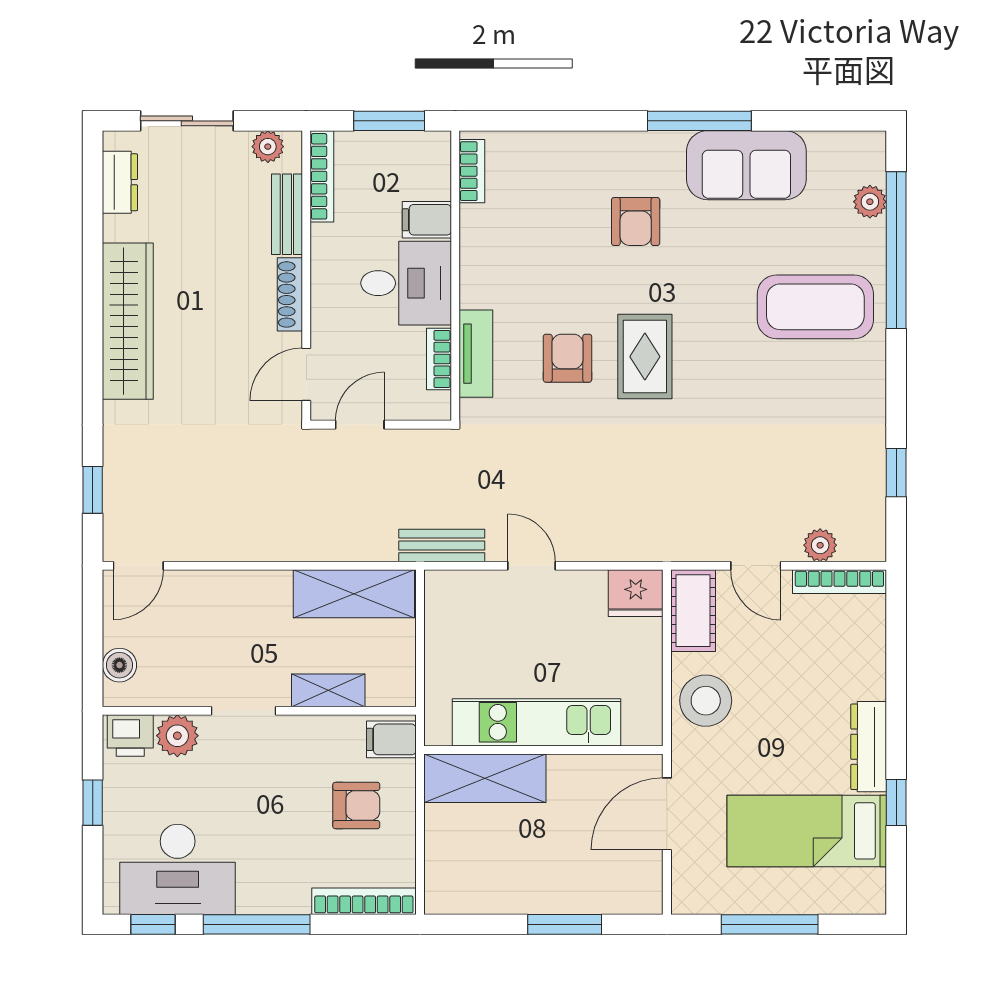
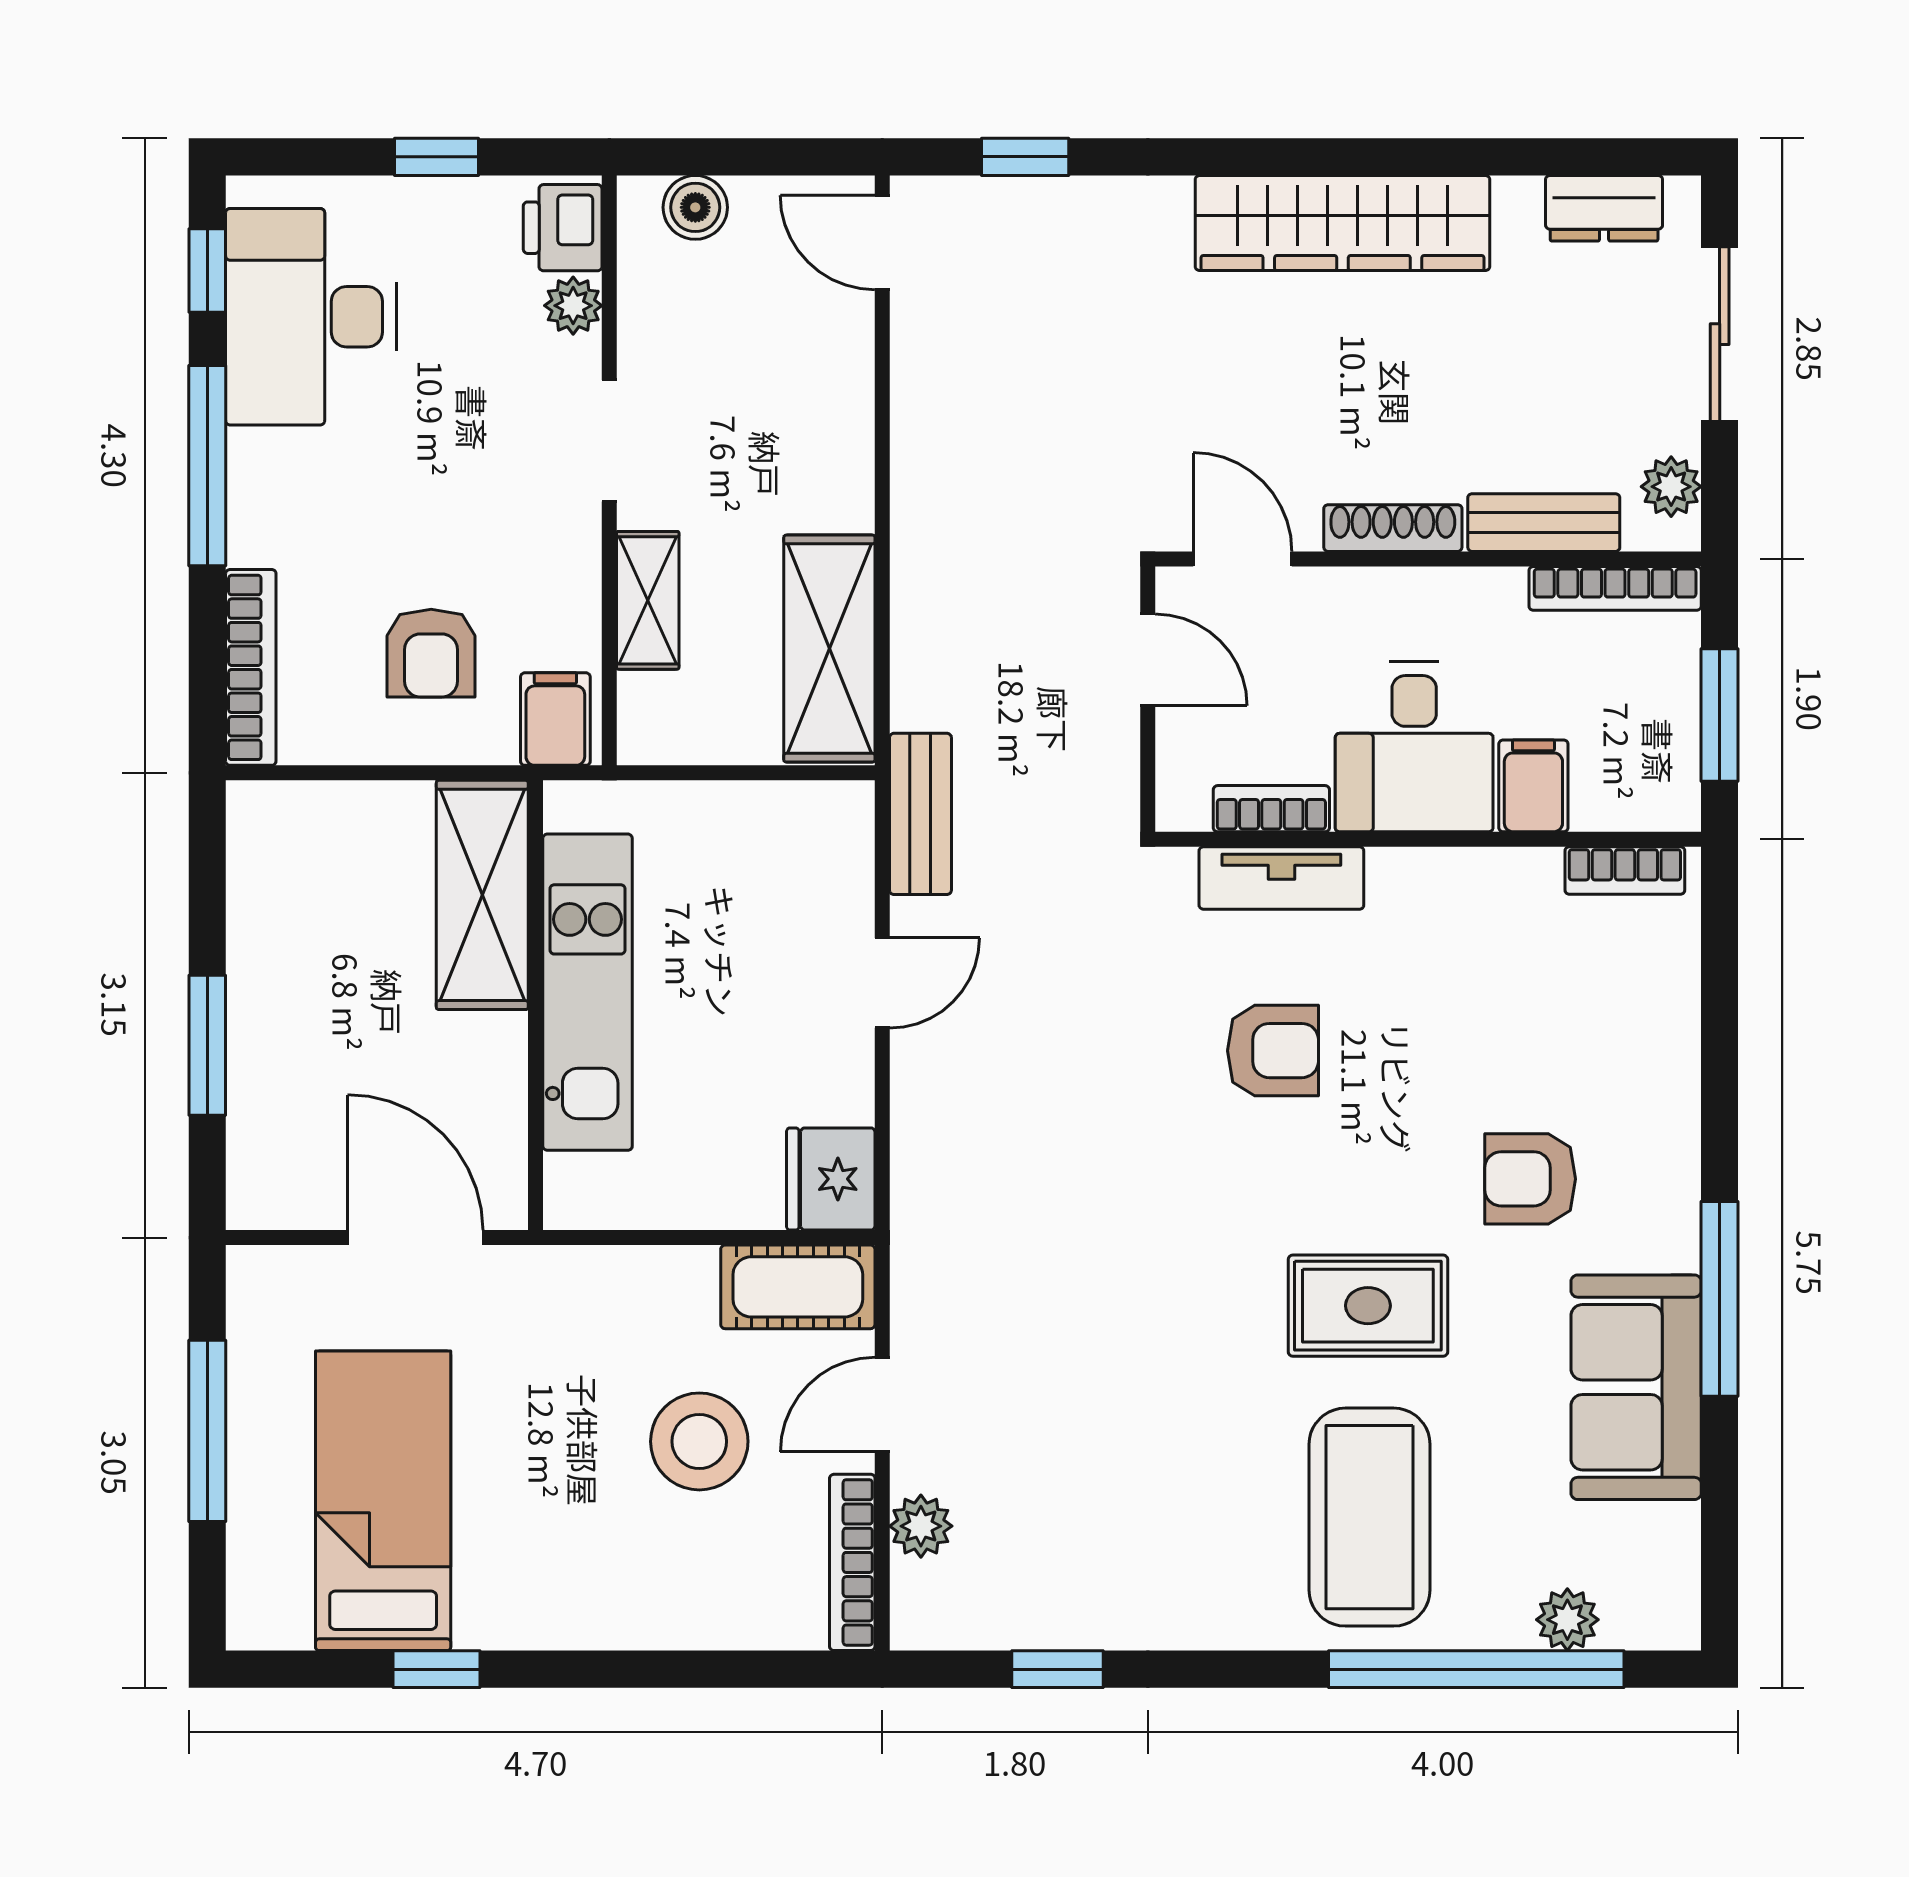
rug: (645, 357) -> (1368, 1306), moved
stool: (706, 701) -> (699, 1441), moved
plant: (177, 736) -> (573, 306), width x0.73, depth x0.73
dresser: (869, 747) -> (542, 1617), removed

